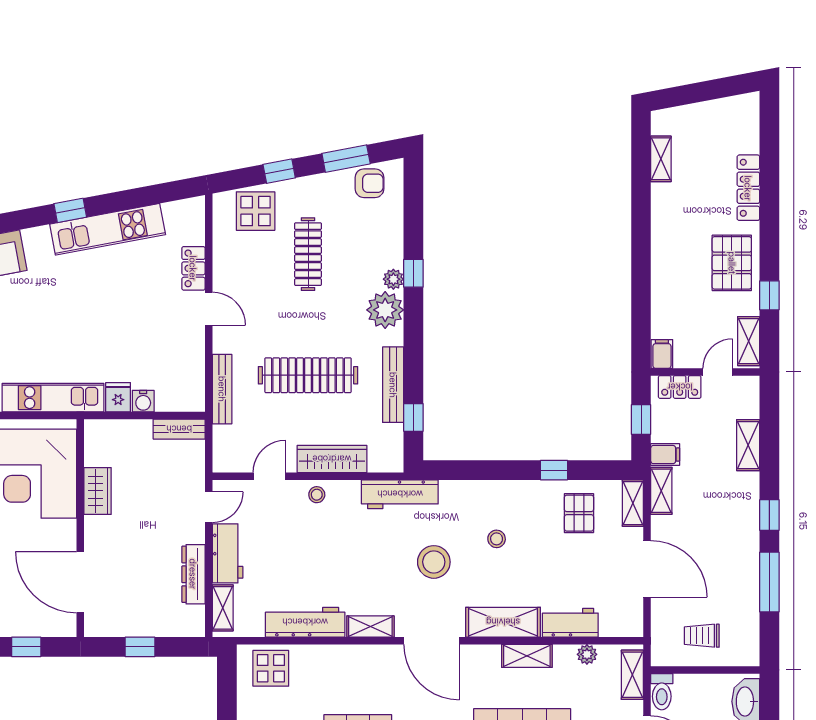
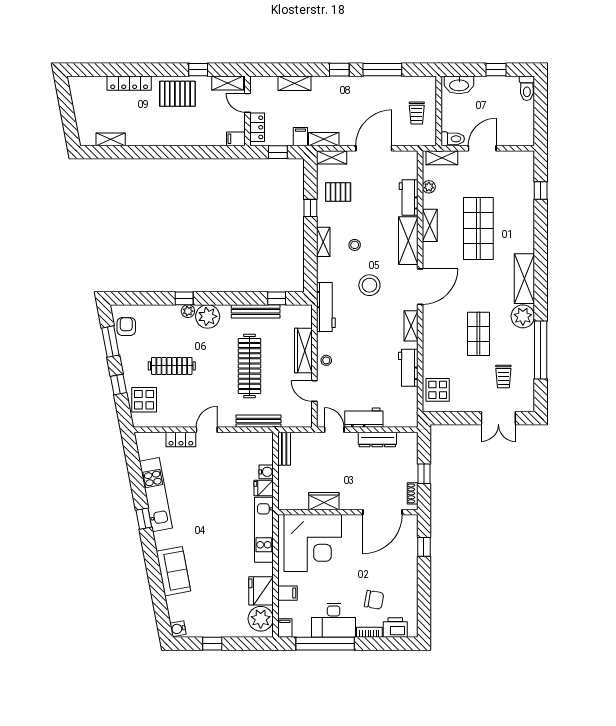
shelving: (223, 608) -> (323, 242), moved, turned 90
workbench: (305, 622) -> (408, 368), width x0.73
shoe rack: (110, 629) -> (413, 493), added

